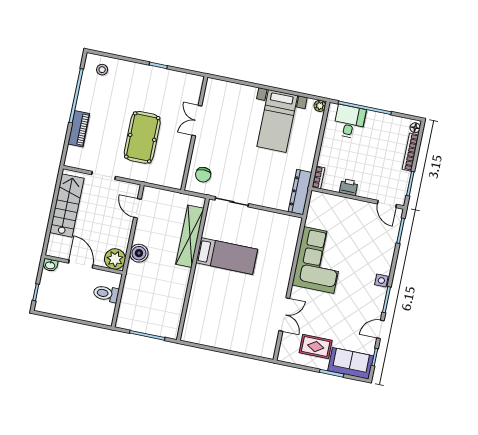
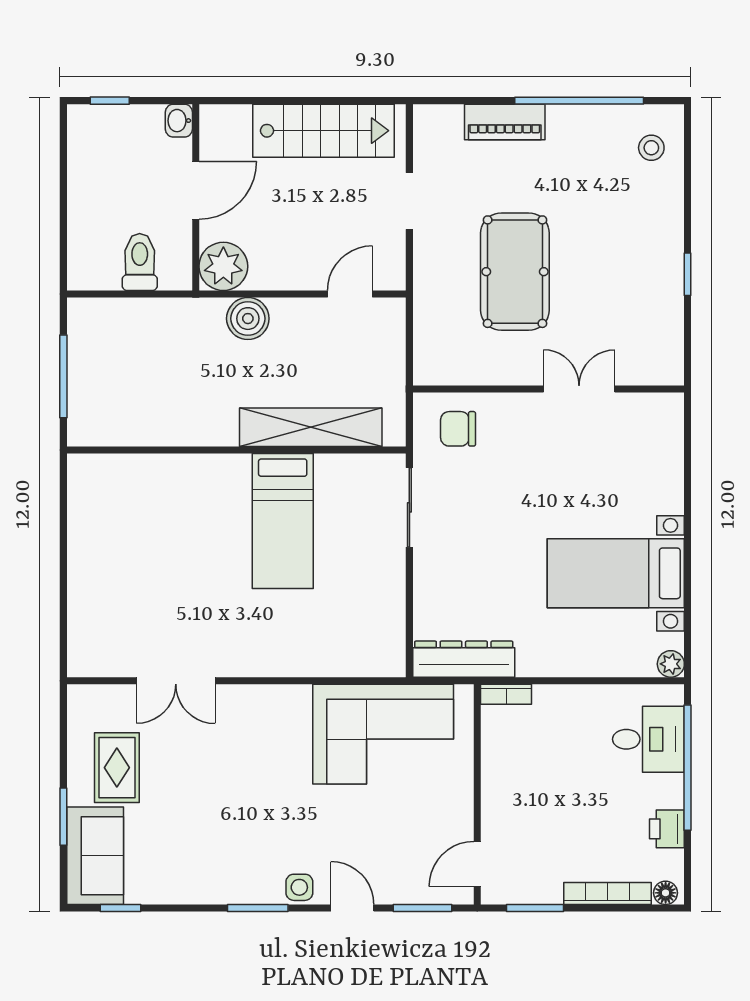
pool table: (142, 137) -> (515, 272), turned 90
printer: (349, 187) -> (667, 829), moved, turned 180
corner sofa: (319, 260) -> (383, 734), moved
door: (380, 329) -> (352, 908), moved

